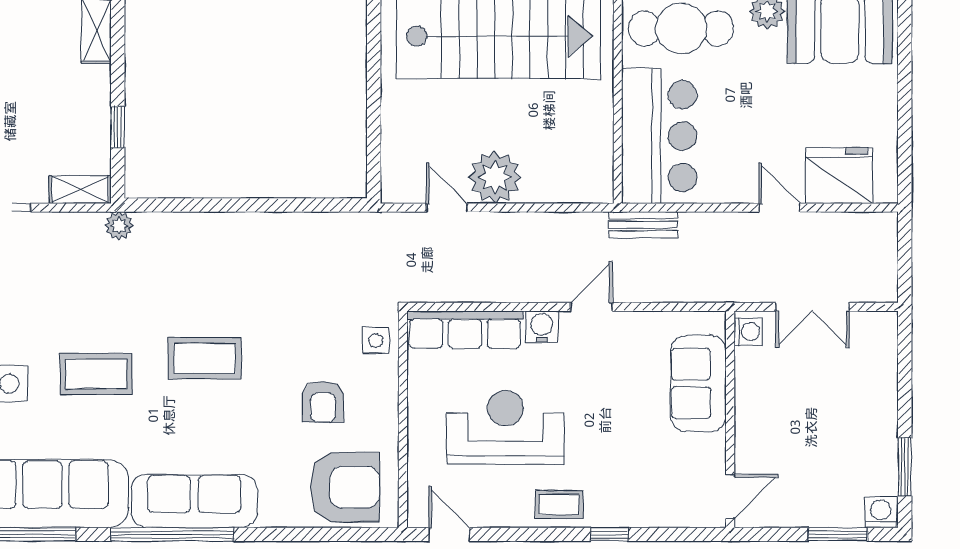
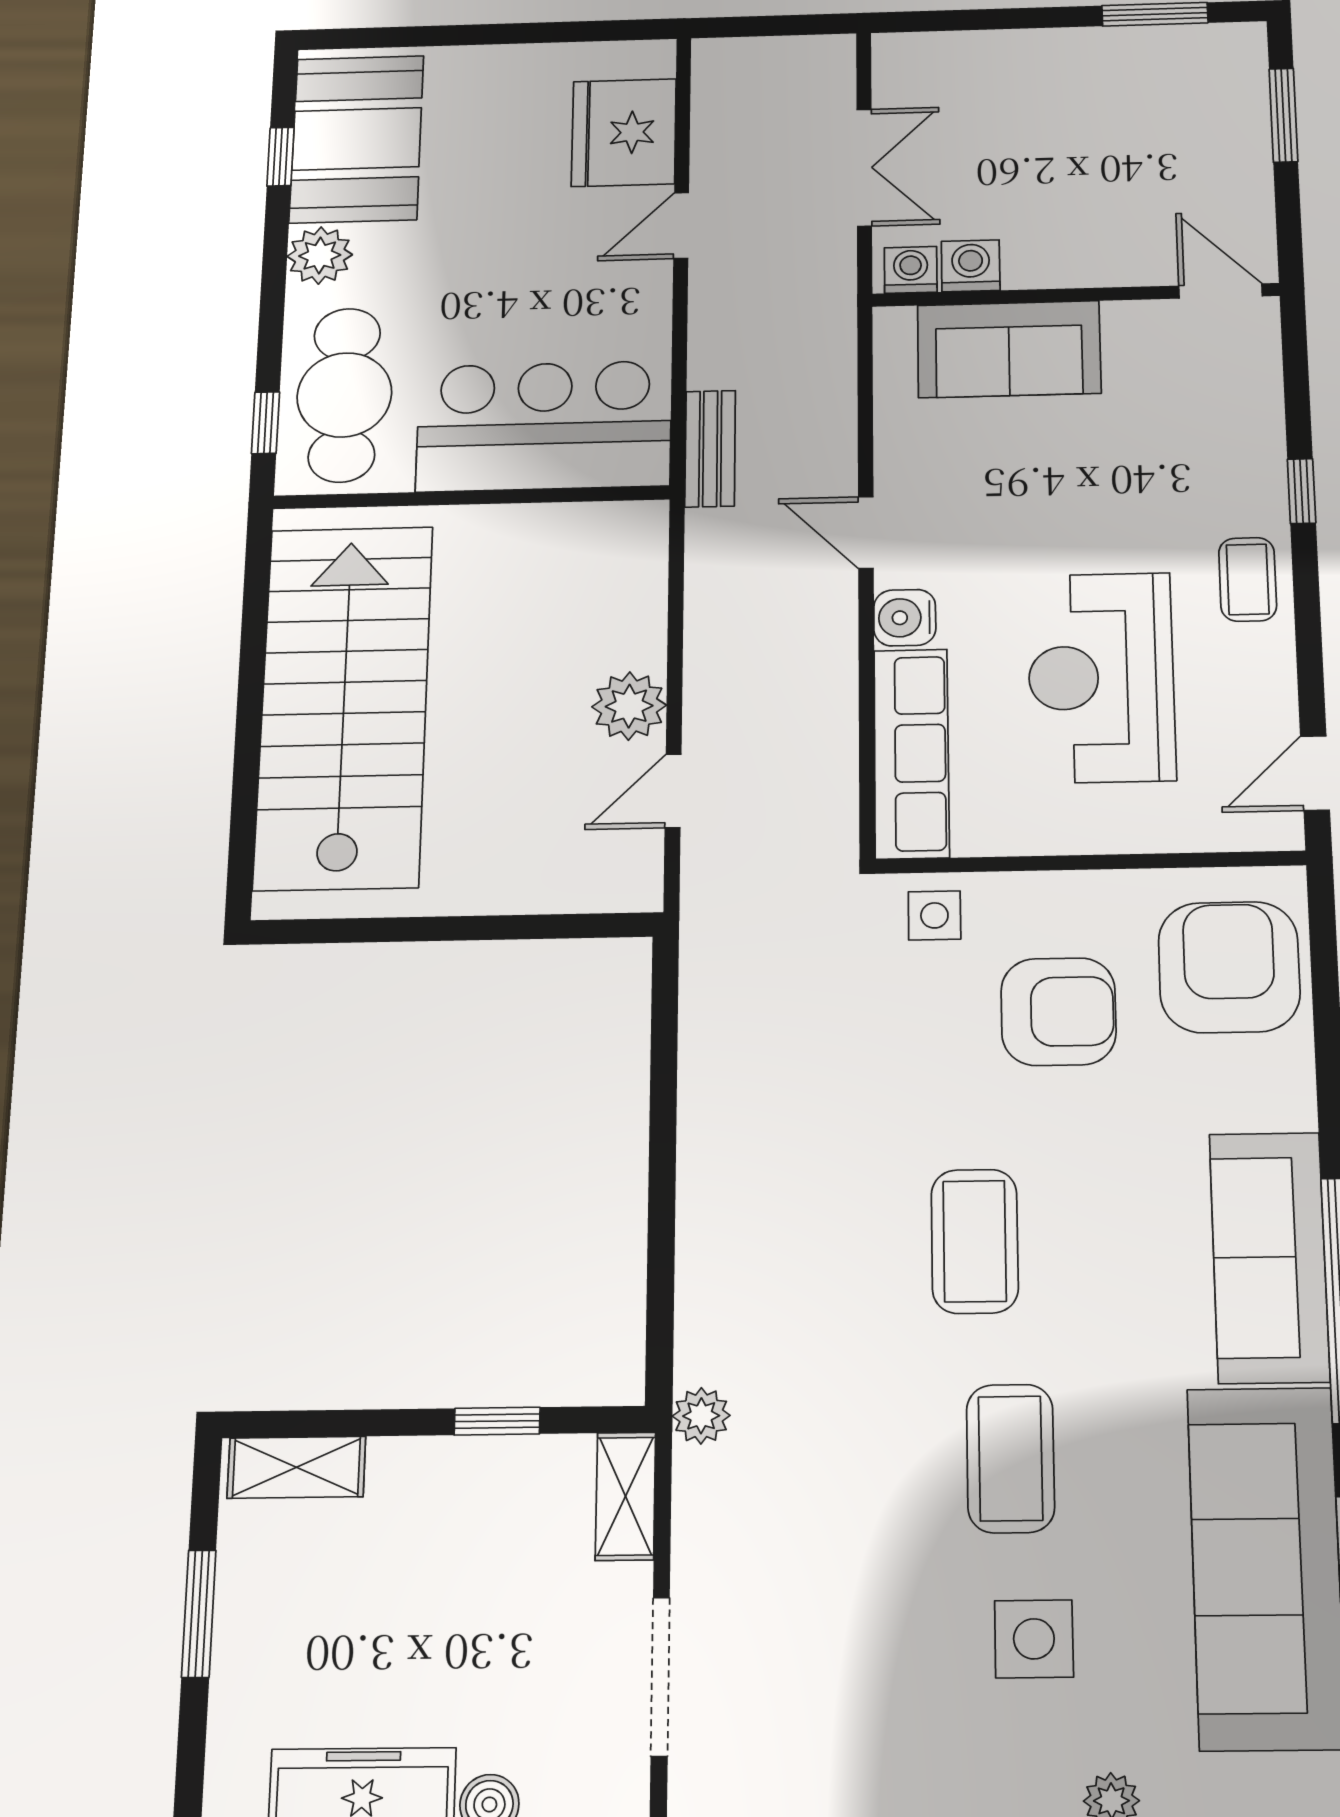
plant: (495, 177) -> (629, 706), width x0.73, depth x0.73
armchair: (323, 402) -> (1058, 1012), width x1.38, depth x1.38
washing machine: (881, 512) -> (971, 266), moved, turned 90

